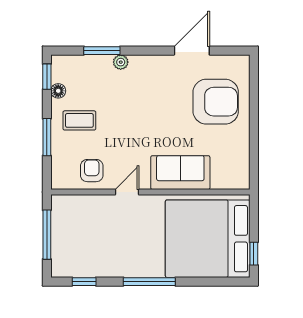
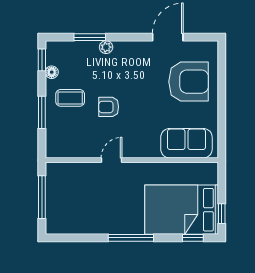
armchair: (92, 171) -> (109, 107), moved, turned -90
sofa: (180, 173) -> (186, 143), moved
bed: (208, 239) -> (182, 210), width x0.73
window: (84, 282) -> (193, 238), moved

